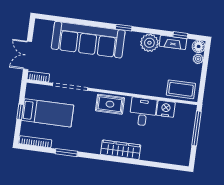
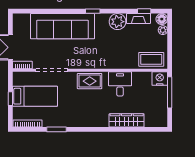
nightstand: (166, 109) -> (160, 79), moved
wardrobe: (121, 150) -> (127, 120), moved

